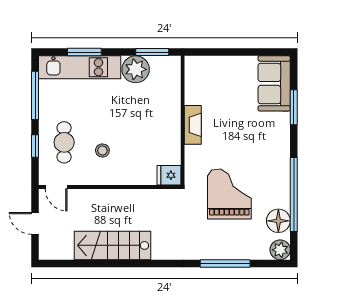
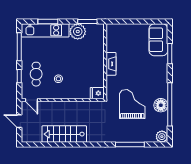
floor lamp: (278, 221) -> (161, 105), moved

